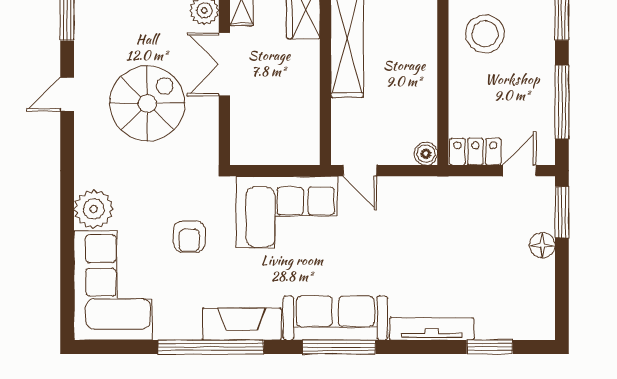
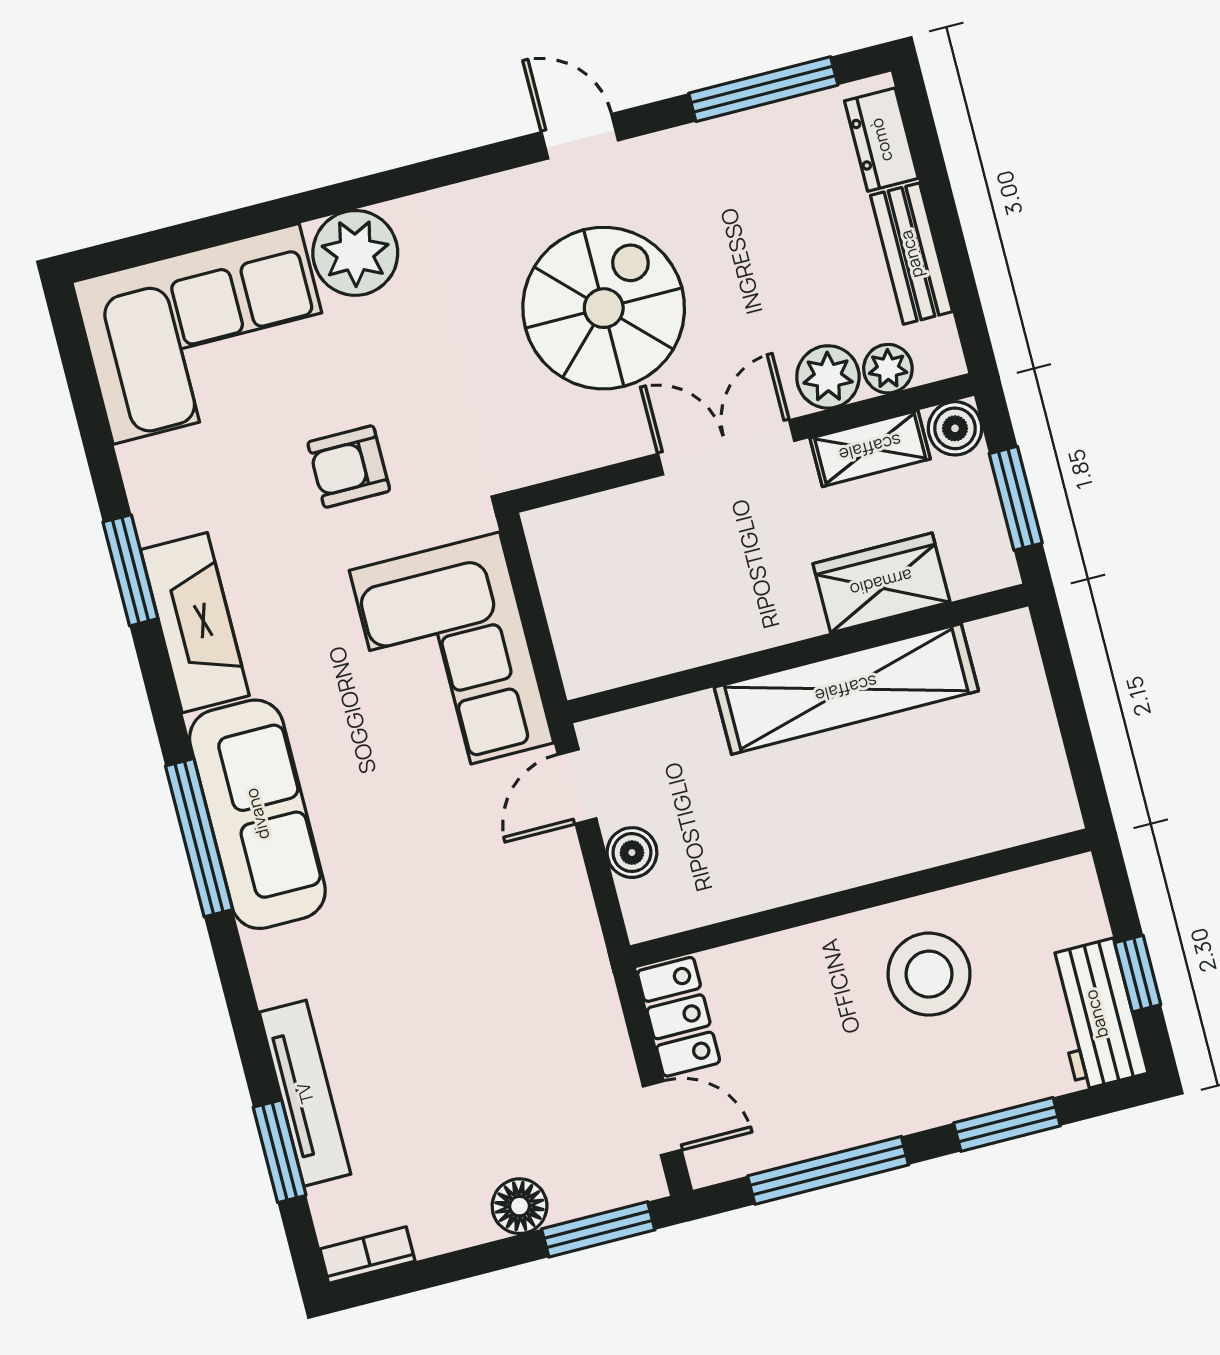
spiral stairs: (147, 103) -> (604, 308), turned -90
boiler: (426, 154) -> (632, 853), moved
bookcase: (547, 319) -> (367, 1255), added
tv unit: (432, 329) -> (305, 1093), moved
window: (211, 347) -> (130, 570), width x0.47

